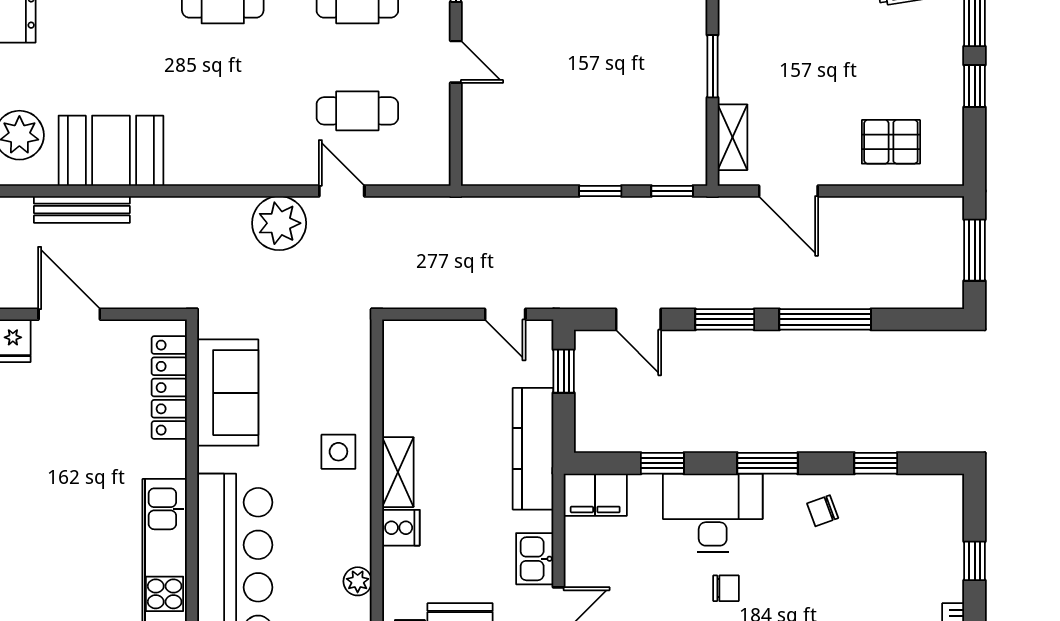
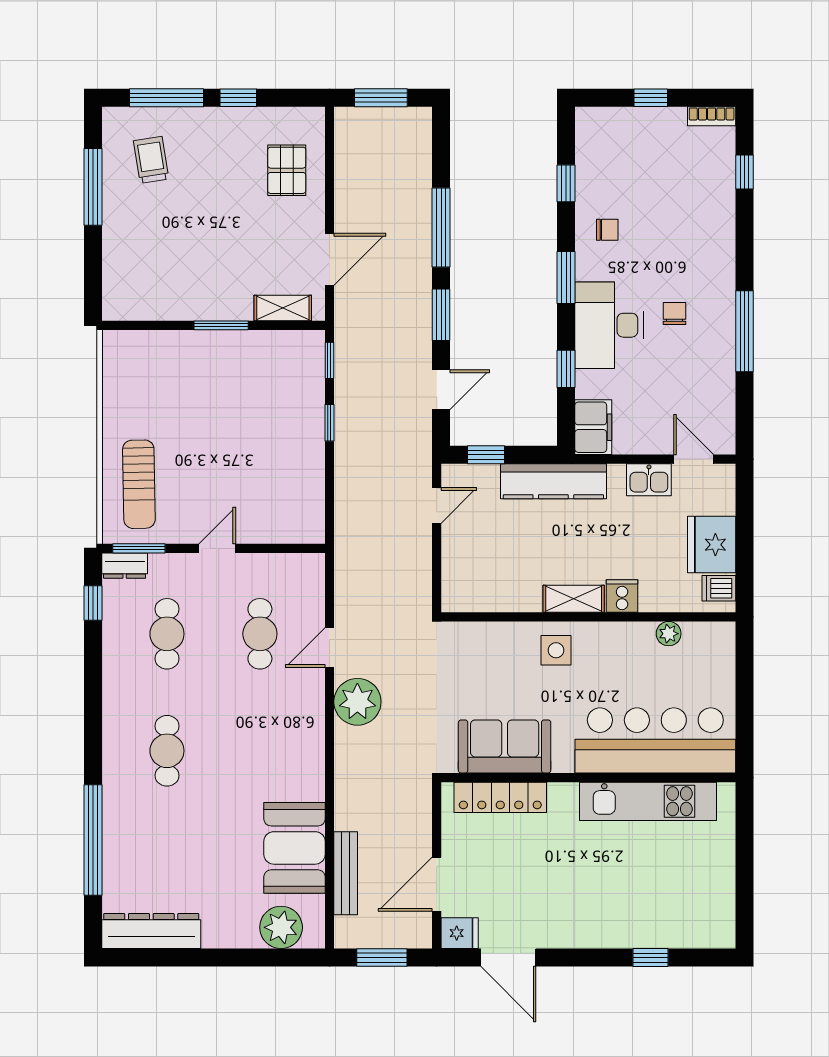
chair: (823, 511) -> (607, 230), turned -70

